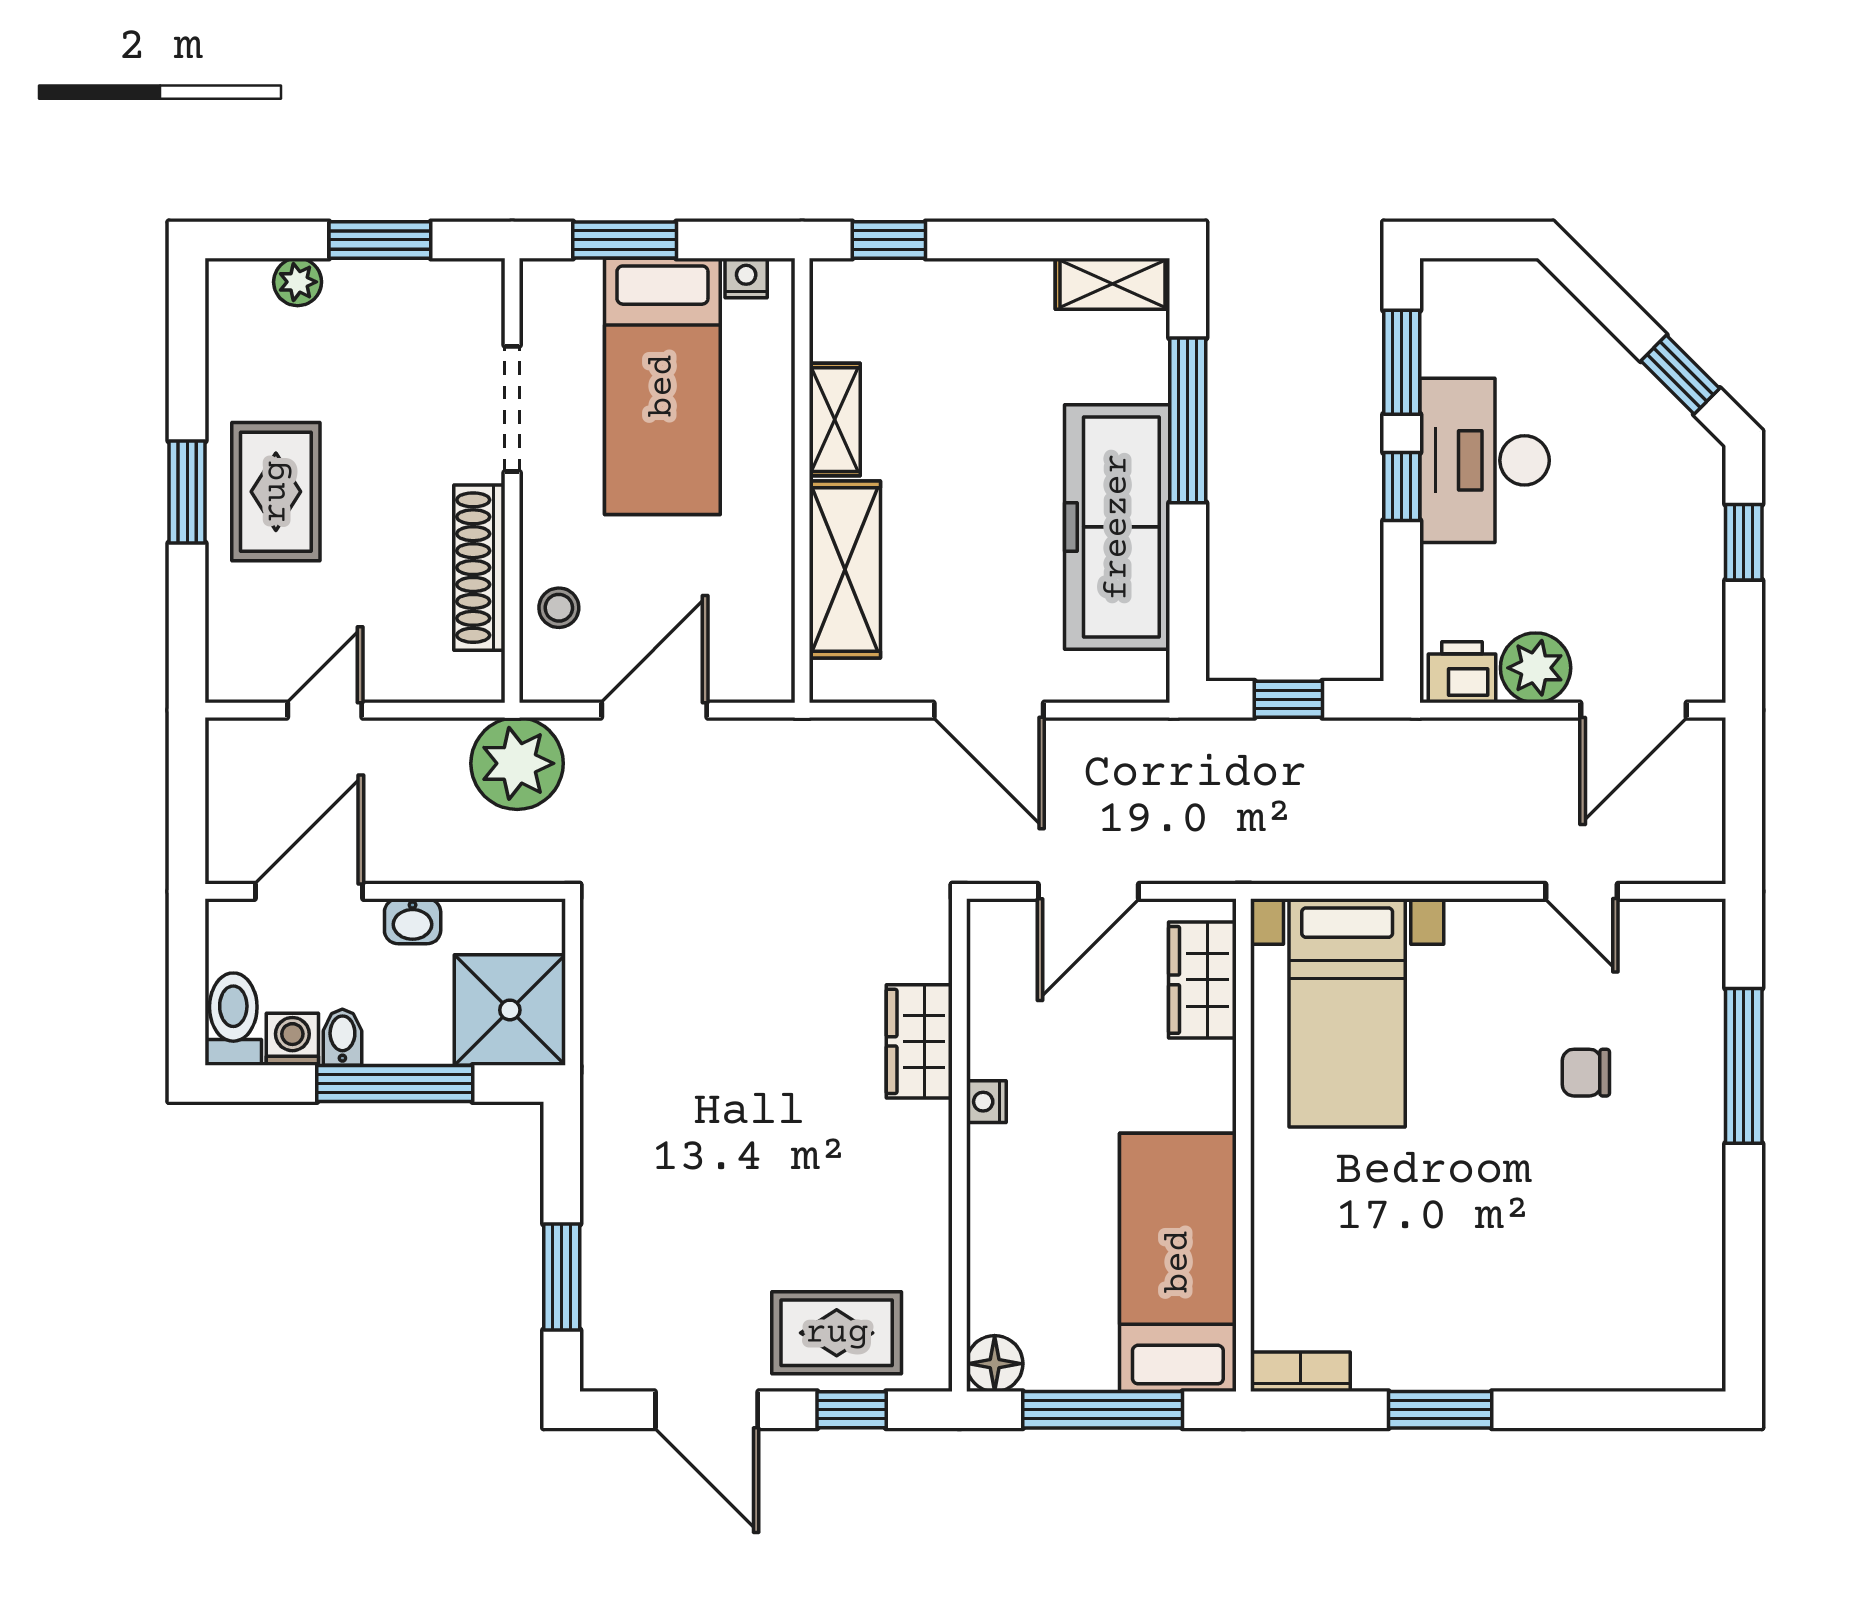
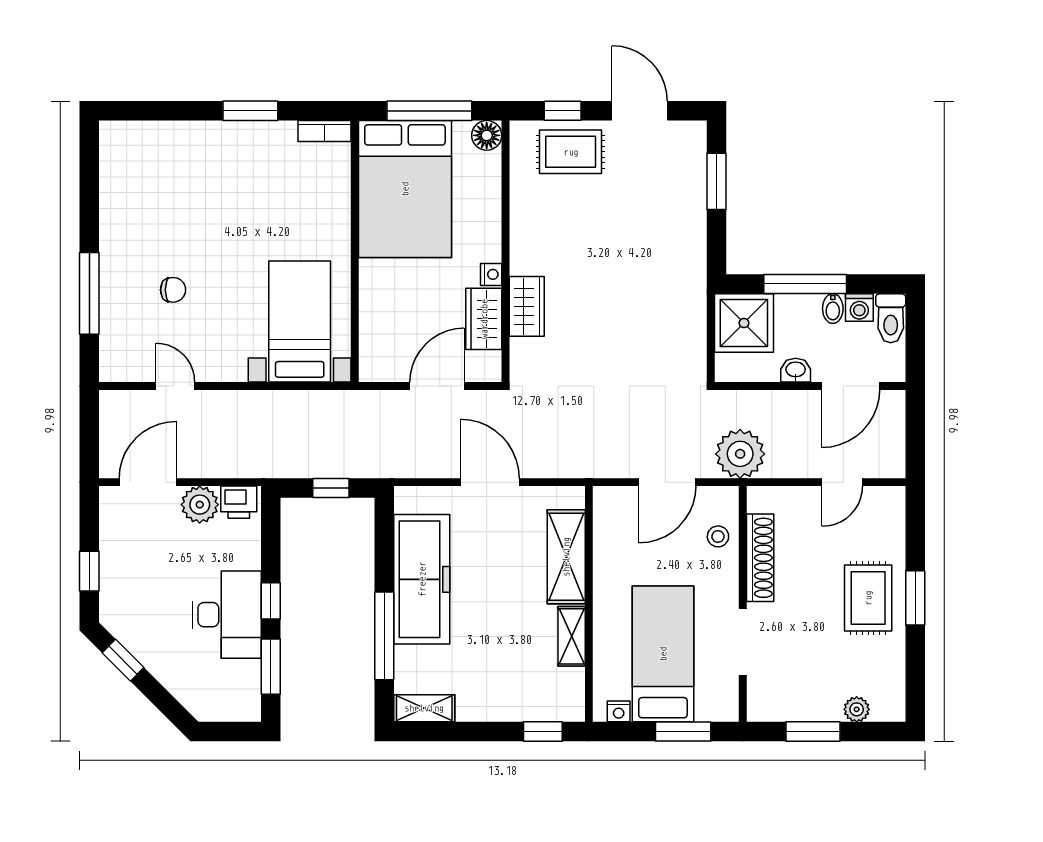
wardrobe: (1202, 980) -> (484, 319), moved, turned 180
bed: (1178, 1262) -> (405, 189), width x1.50

